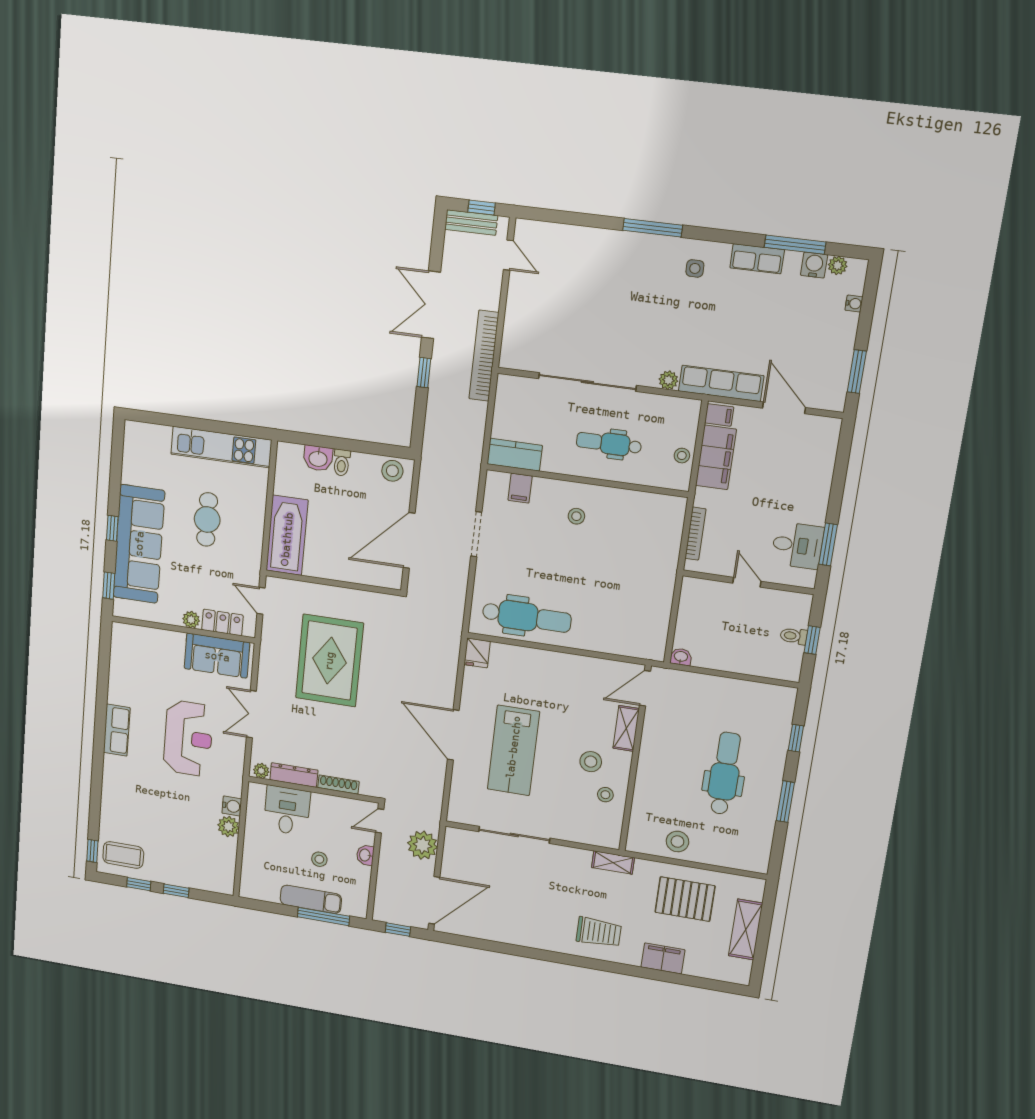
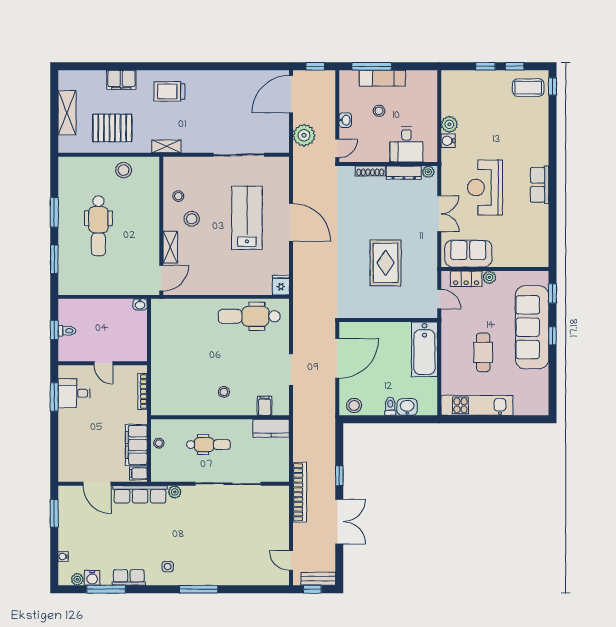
rug: (329, 661) -> (386, 263), width x0.73, depth x0.69
window: (796, 738) -> (54, 259), width x1.50

